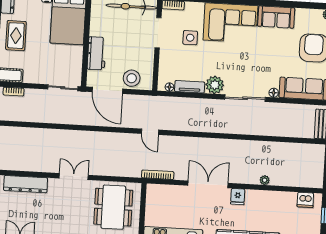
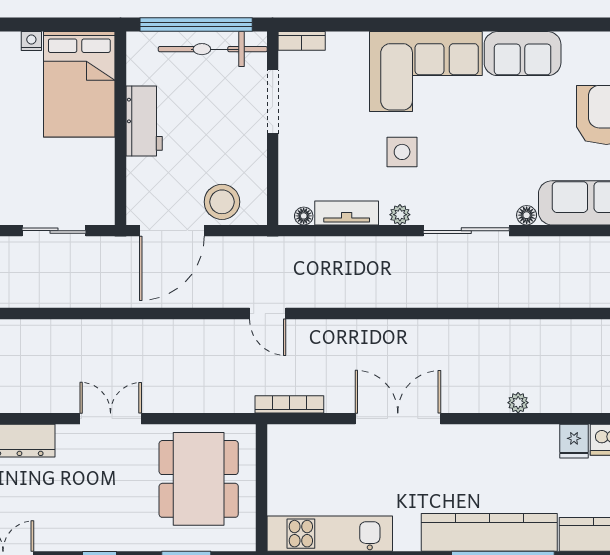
side table: (190, 38) -> (402, 152), moved
workbench: (97, 53) -> (144, 121), moved
plant: (215, 85) -> (400, 215), width x0.53, depth x0.53
sliding door: (63, 88) -> (54, 231), moved
door: (107, 90) -> (172, 231), hinge flipped
fridge: (238, 197) -> (574, 441), moved

